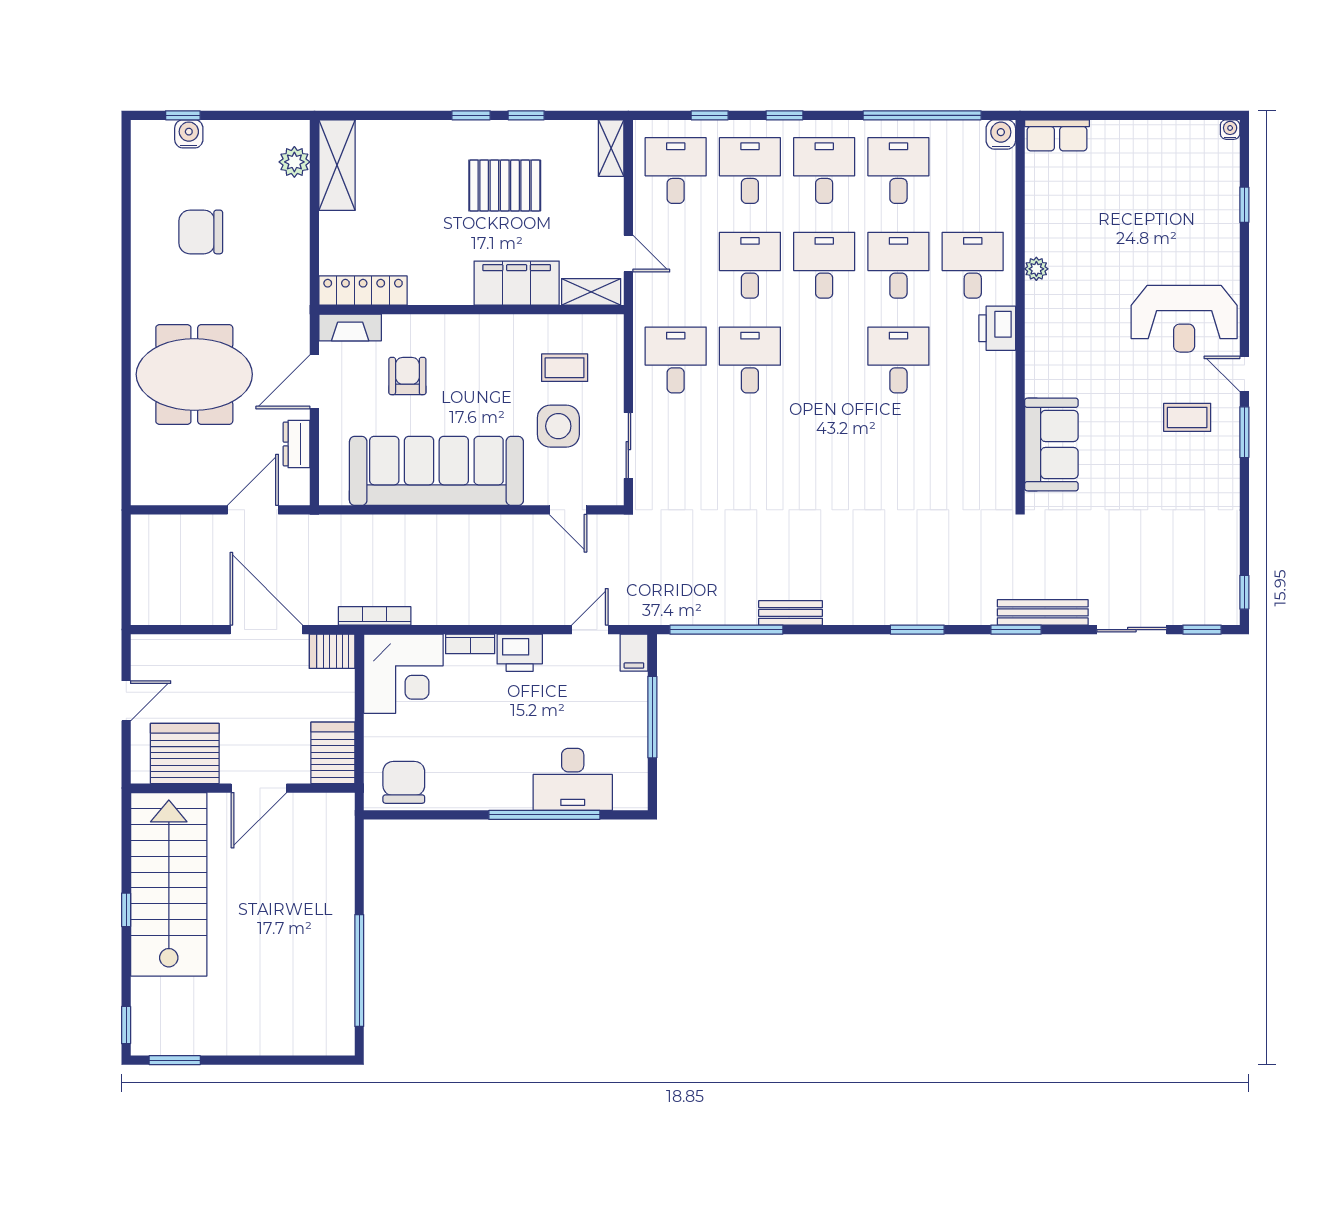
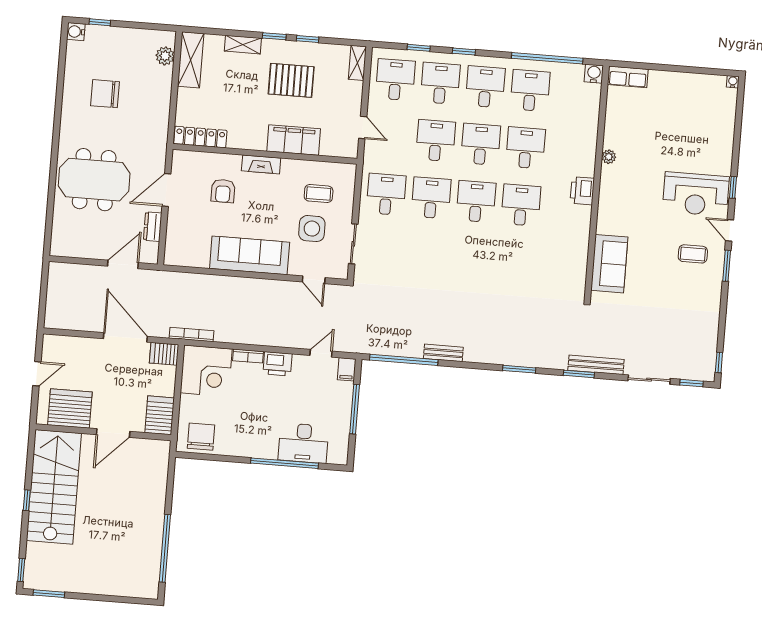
water cooler: (189, 134) -> (76, 32), moved, turned -90
window: (1244, 205) -> (733, 187), moved
desk: (973, 265) -> (476, 202), moved
shelving: (591, 292) -> (243, 45), moved
fireplace: (350, 327) -> (261, 164), moved
armchair: (407, 376) -> (223, 191), turned 180
sofa: (436, 471) -> (250, 255), width x0.74, depth x0.79

